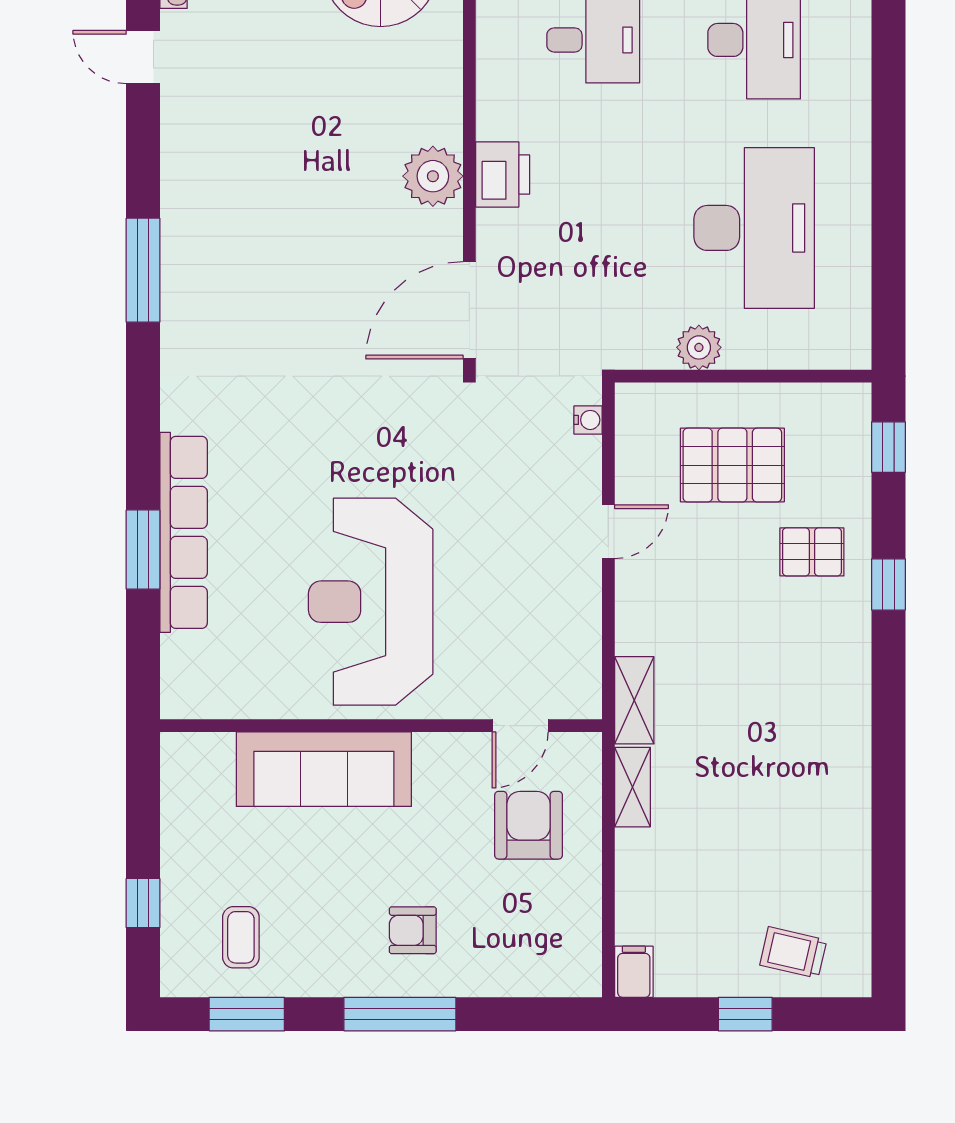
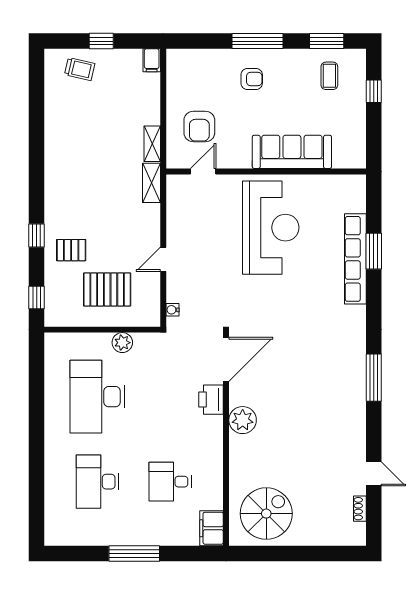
printer: (503, 174) -> (211, 400), moved

